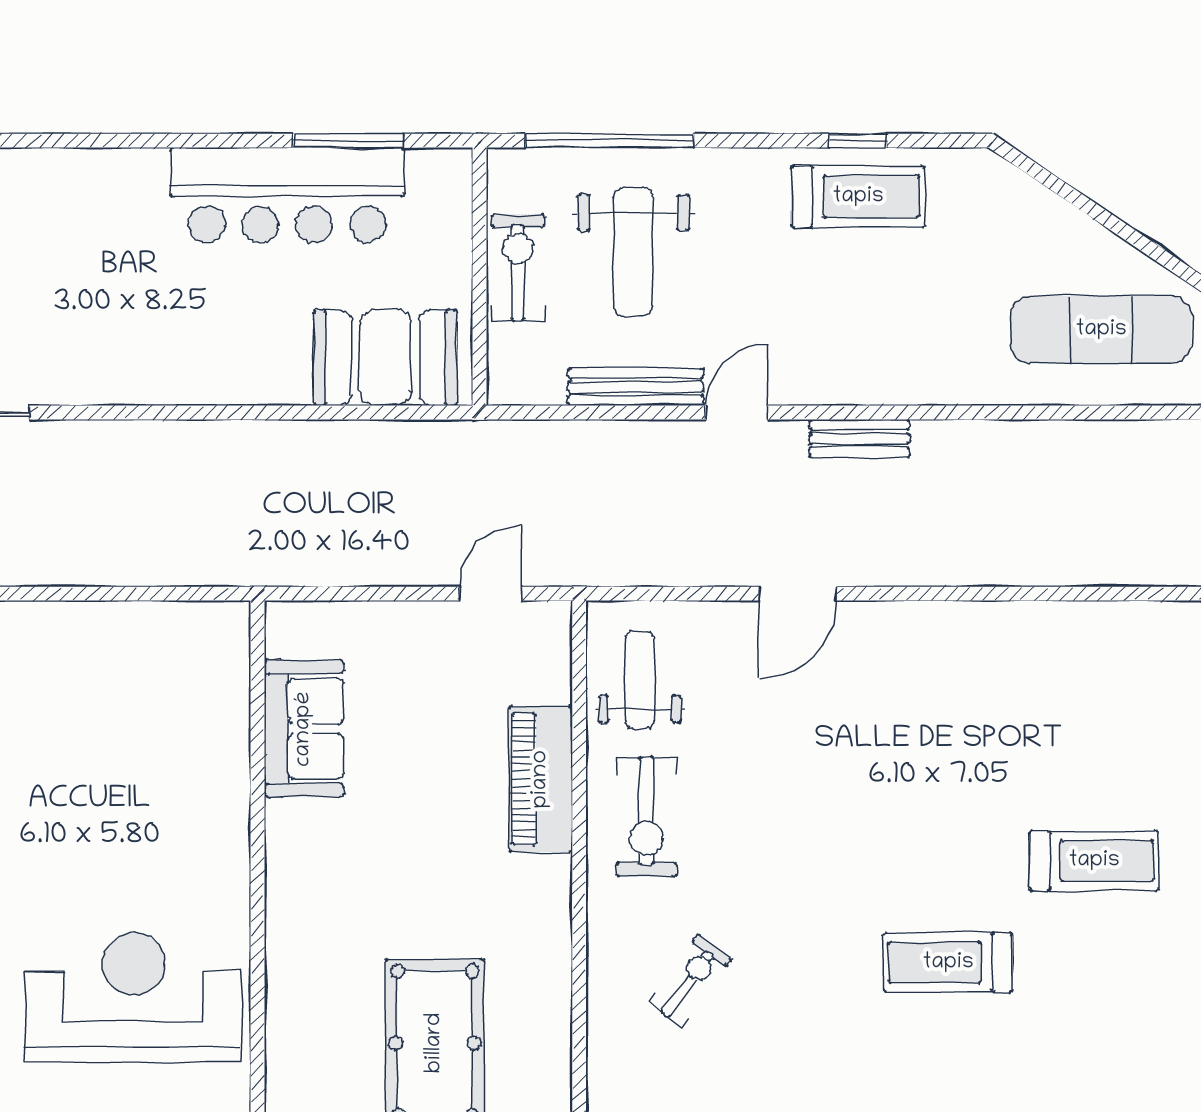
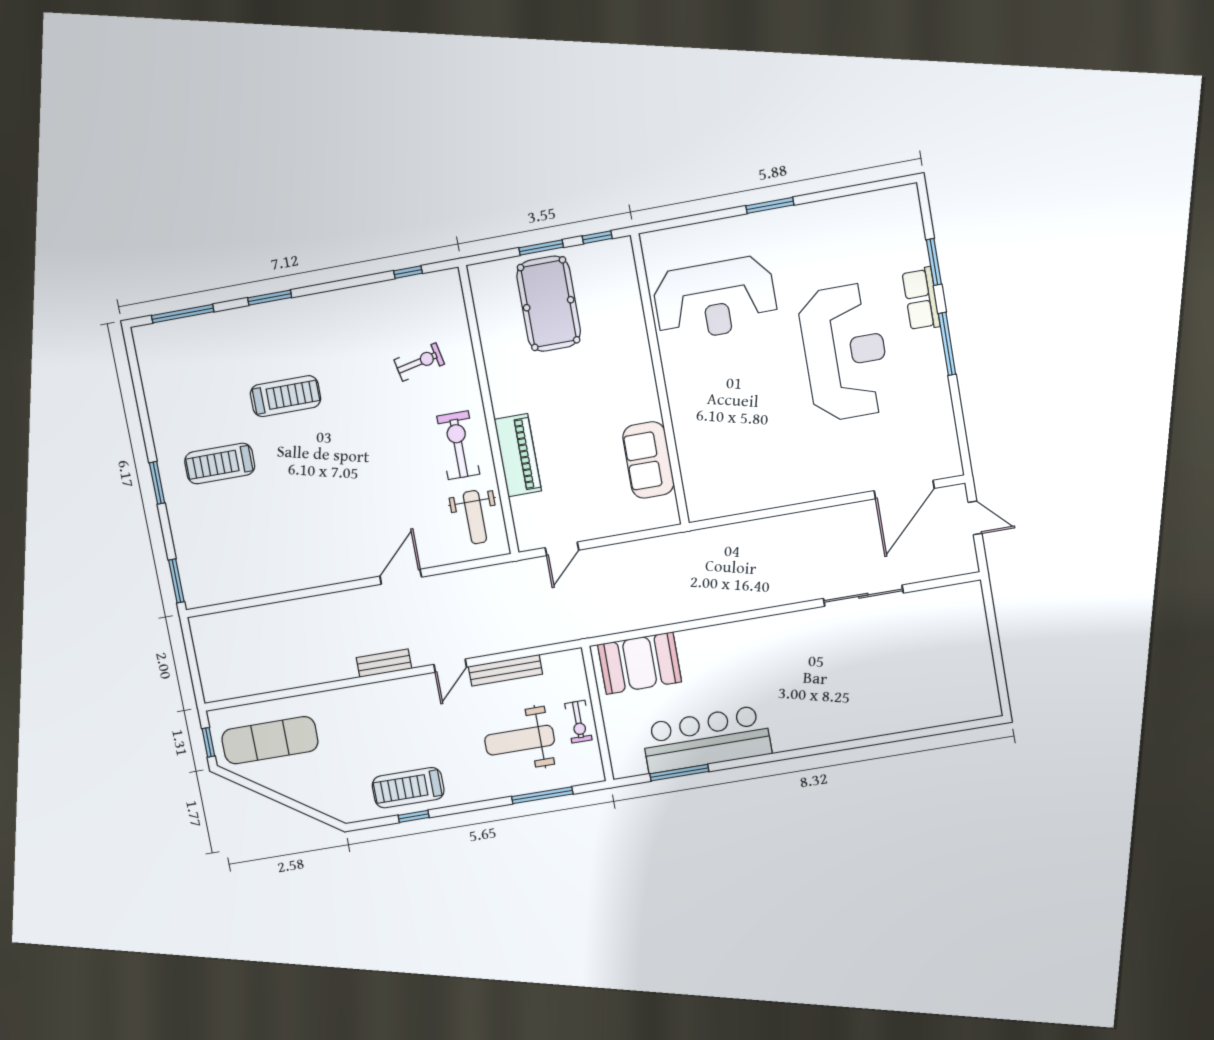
window: (610, 141) -> (542, 795), width x0.68
weight bench: (633, 252) -> (520, 740), turned -90
exercise bike: (518, 268) -> (578, 722), width x0.73, depth x0.72
exercise bike: (690, 981) -> (419, 362), turned -138

